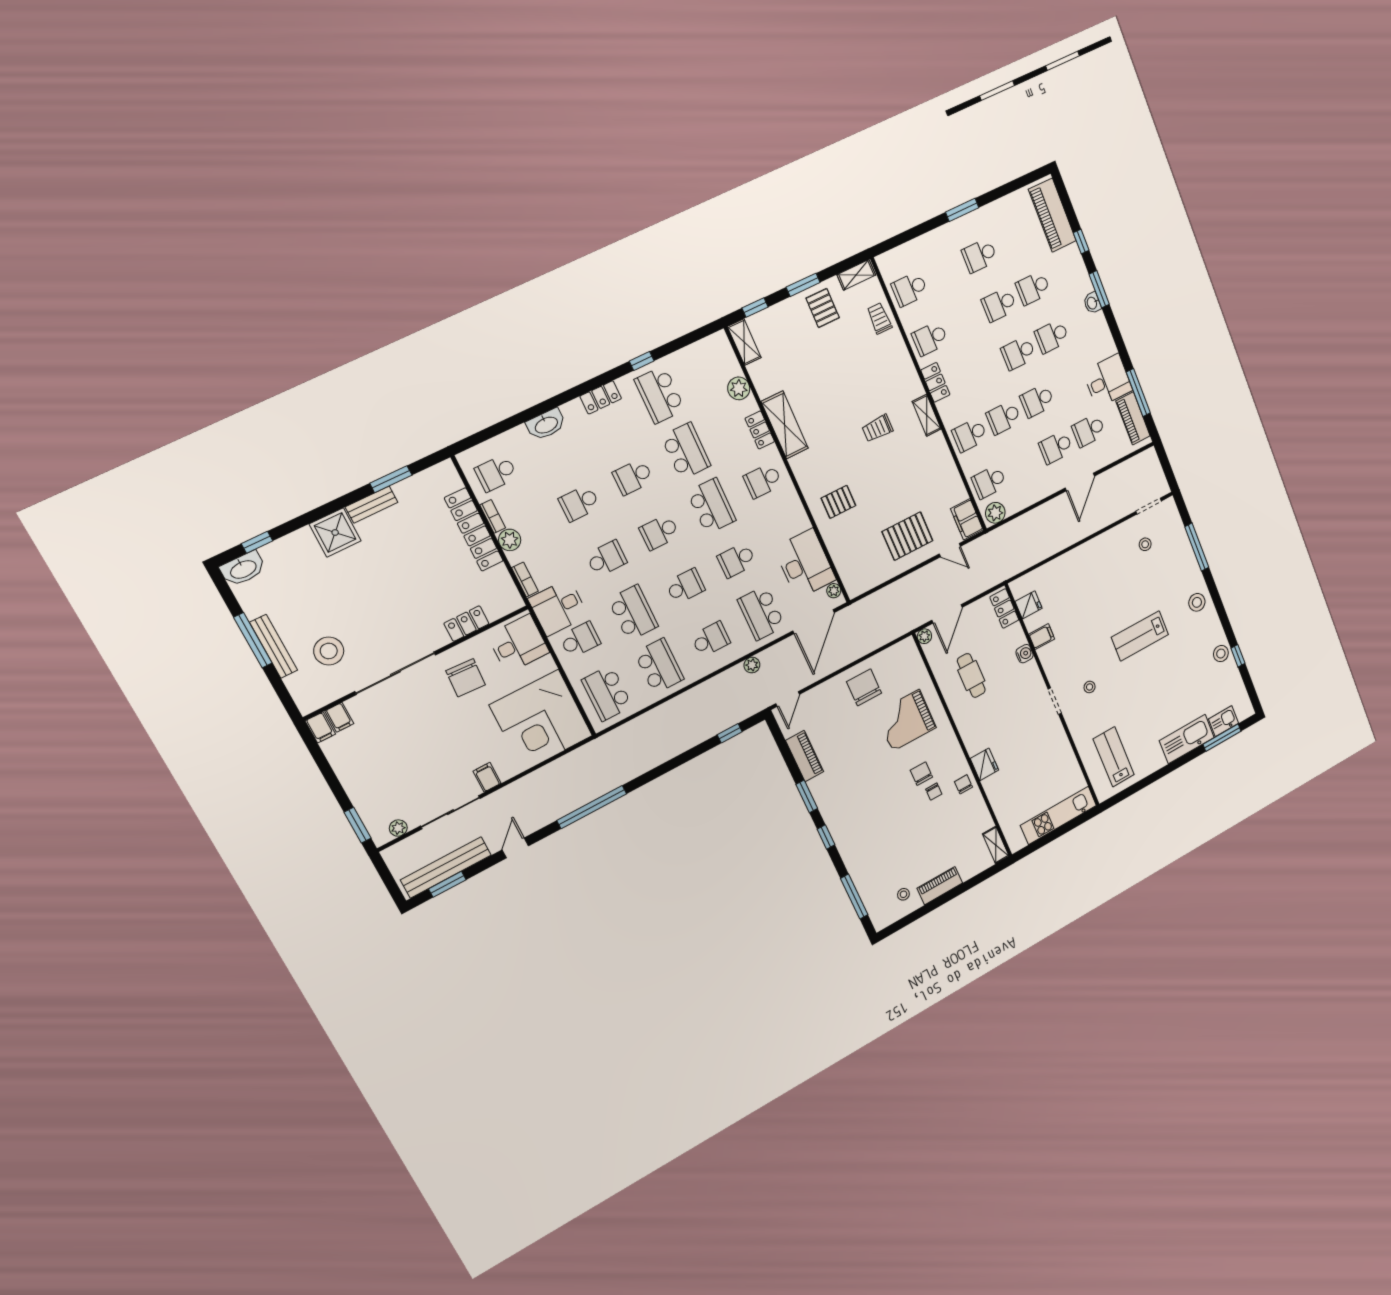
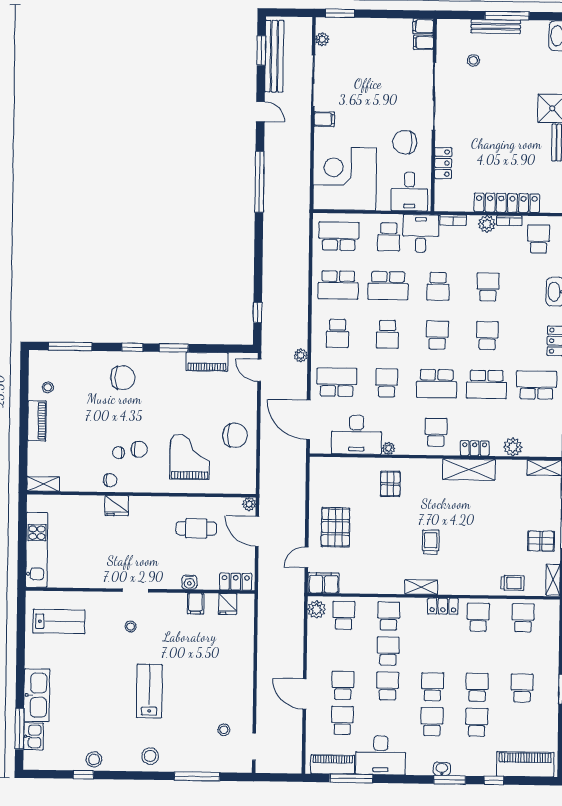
desk: (1108, 381) -> (381, 755), width x1.37
plant: (834, 591) -> (389, 448), moved
stool: (329, 651) -> (473, 60), width x0.53, depth x0.53
chair: (860, 829) -> (123, 378), added

